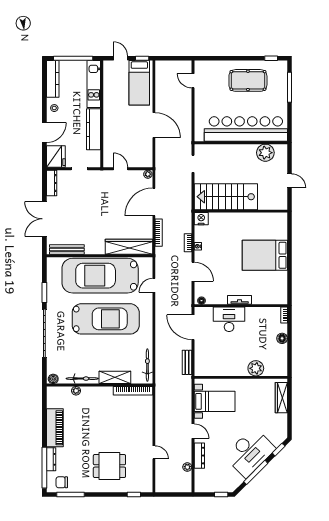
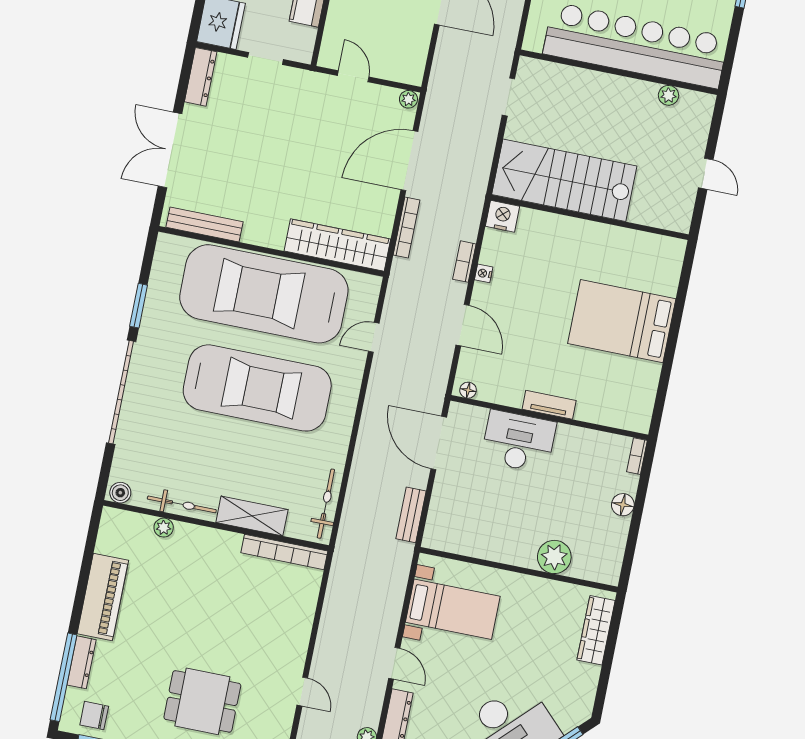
plant: (265, 153) -> (668, 95), width x0.53, depth x0.53

